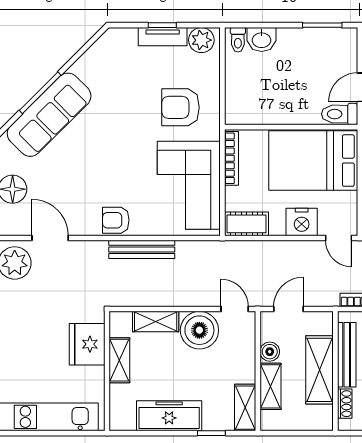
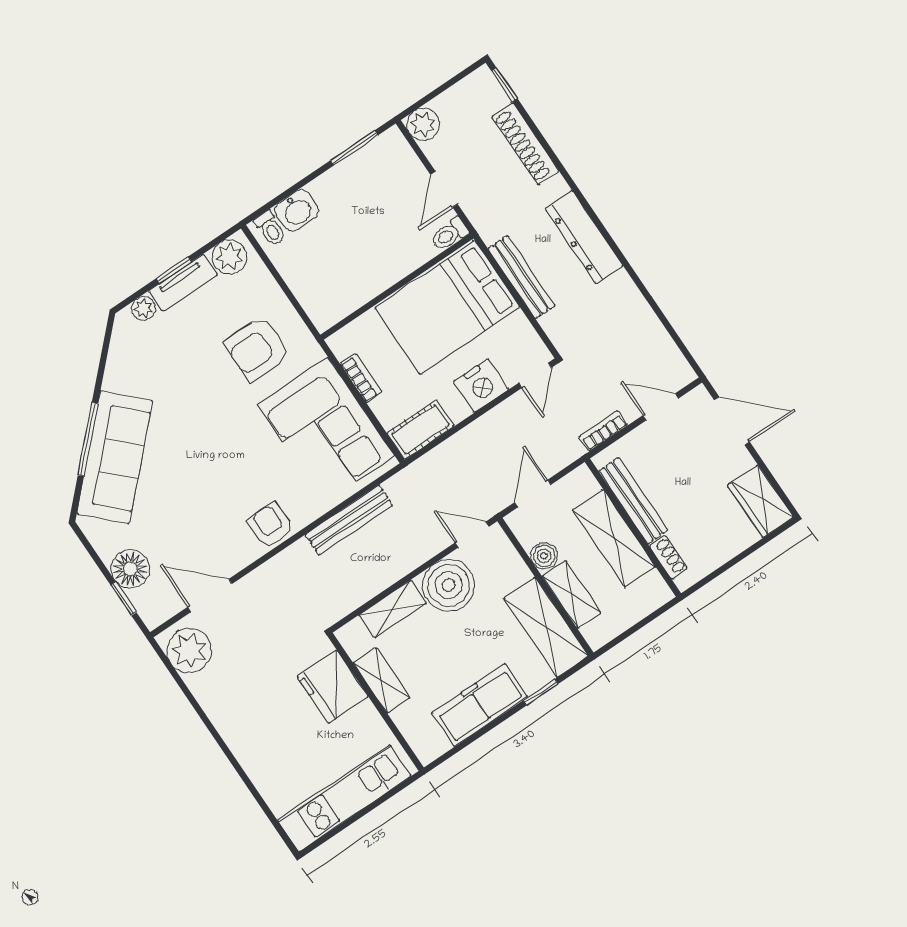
plant: (128, 36) -> (143, 308), added
toilet: (340, 114) -> (450, 234), width x0.73, depth x0.72
bookcase: (231, 158) -> (361, 378), width x0.64
armchair: (116, 220) -> (270, 525), turned 90
door: (339, 238) -> (535, 375), hinge flipped
bench: (142, 249) -> (349, 520), moved
shelving: (245, 408) -> (546, 627), width x1.50, depth x1.33

